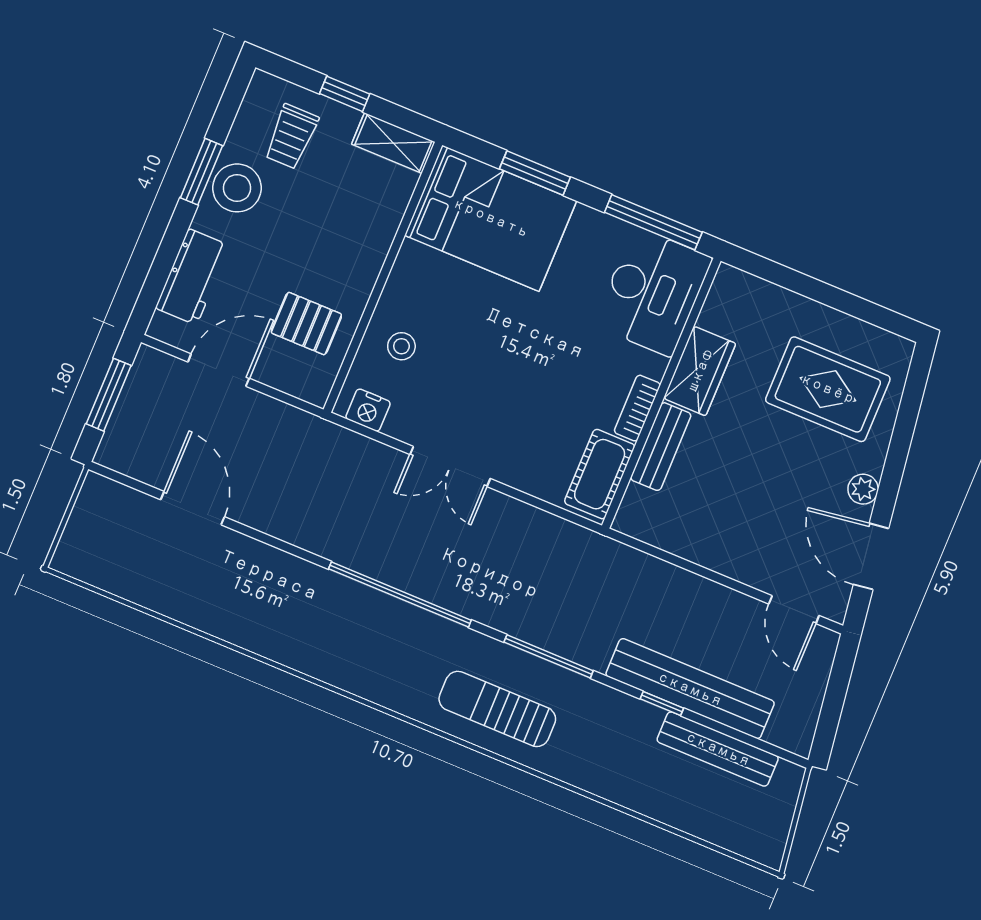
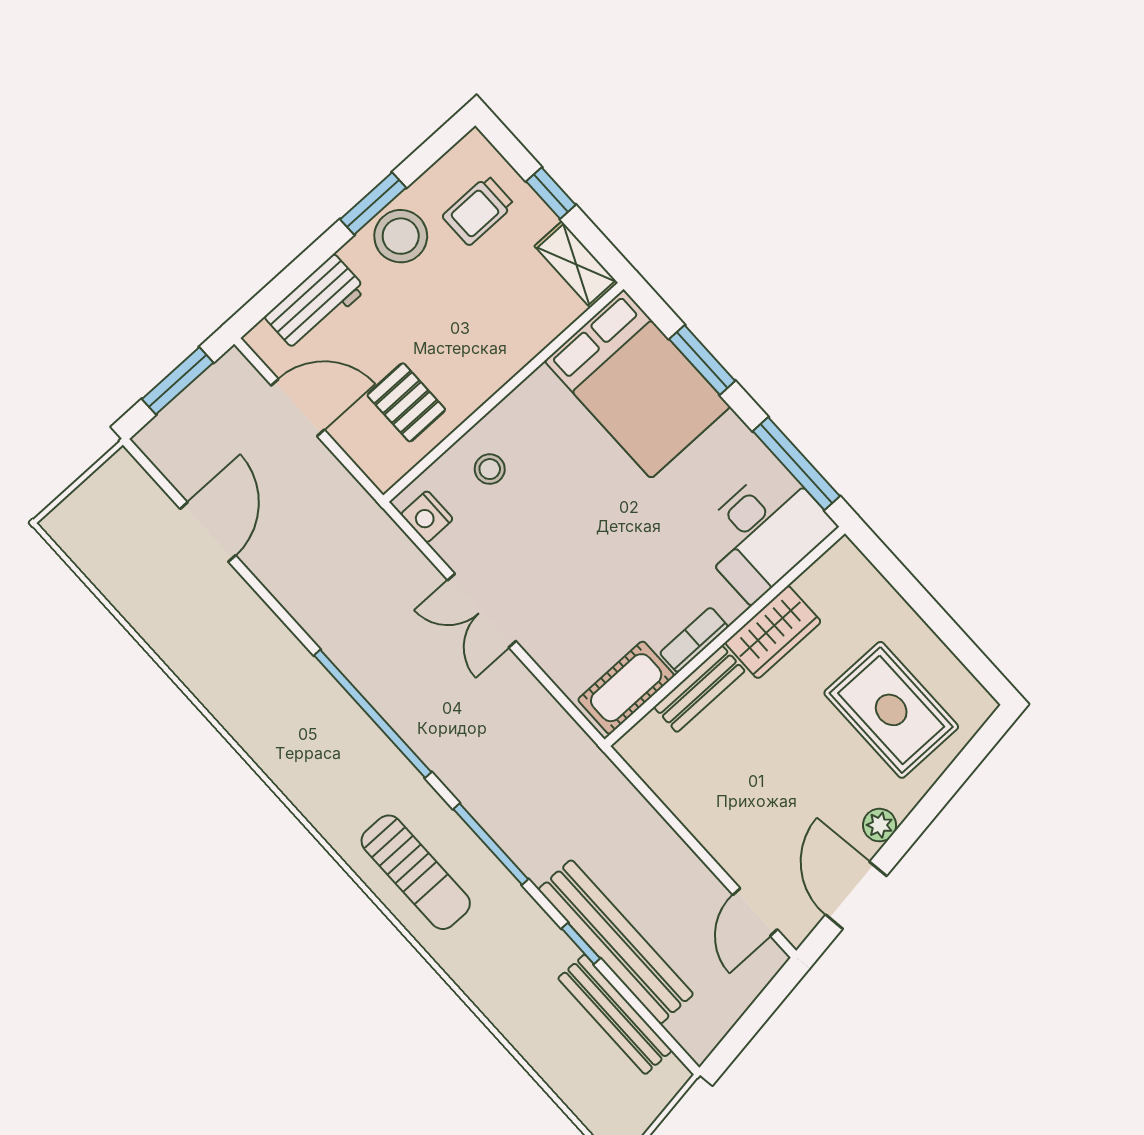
sun lounger: (497, 709) -> (416, 872), turned 180

